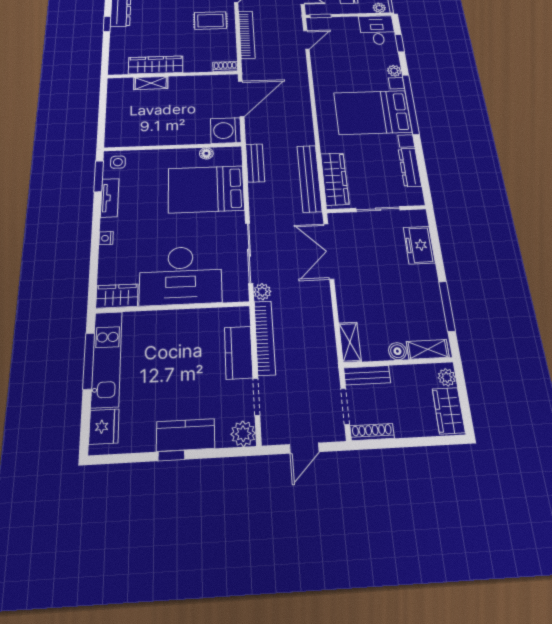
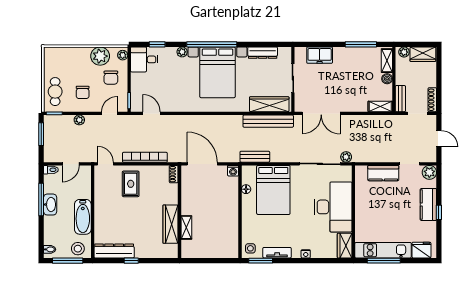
washing machine: (226, 130) -> (233, 171), width x0.53, depth x0.53
bookcase: (265, 338) -> (375, 157), removed

